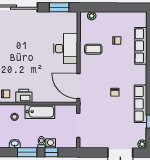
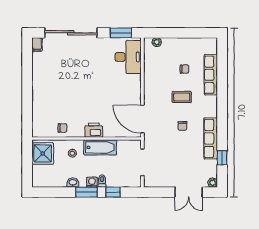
desk: (66, 49) -> (128, 57), moved
coffee table: (93, 49) -> (182, 97), moved
printer: (24, 96) -> (94, 130), moved
washing machine: (51, 143) -> (92, 182), moved

